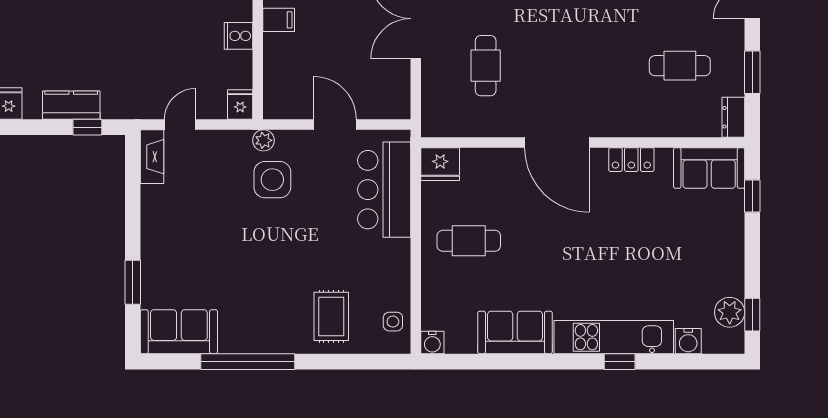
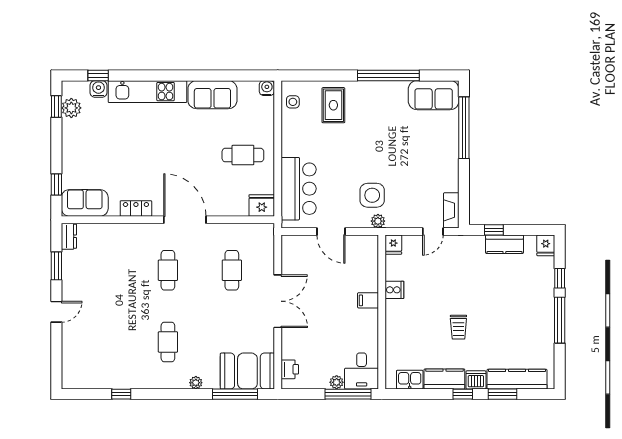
cafe table: (680, 66) -> (168, 270), moved, turned 90
window: (133, 282) -> (464, 128), width x2.11
window: (620, 362) -> (98, 75), moved

